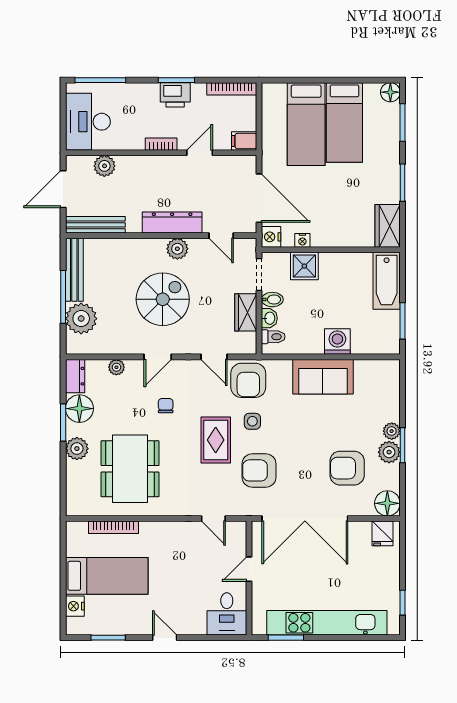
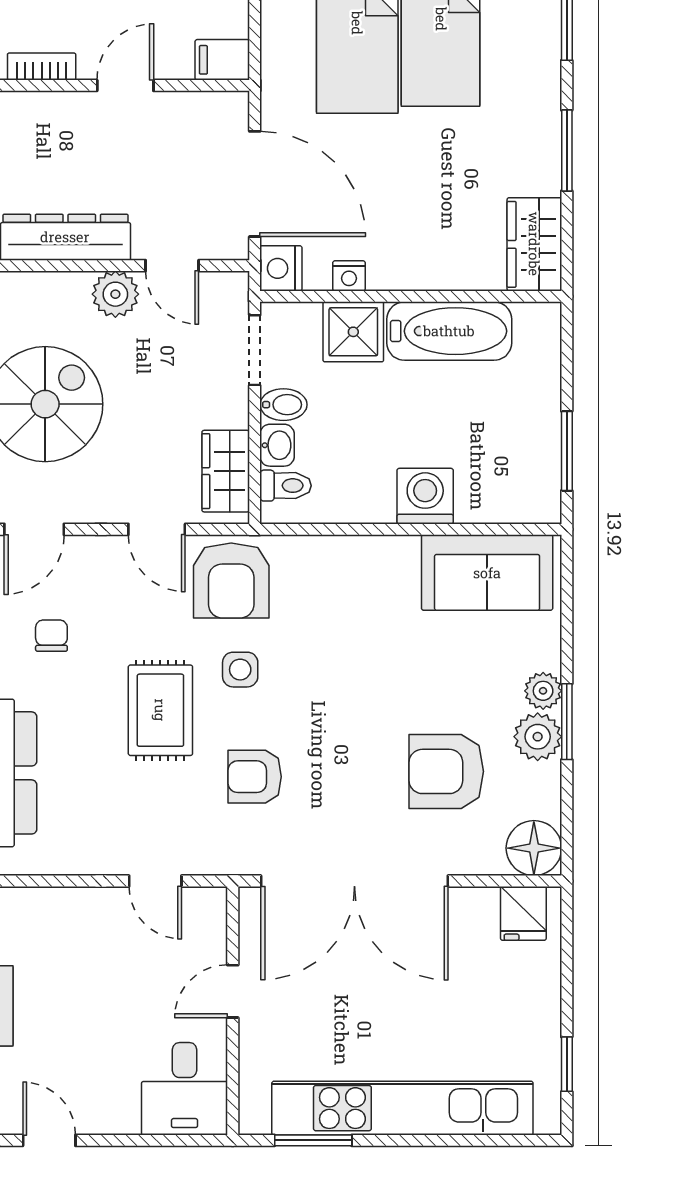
plant: (177, 249) -> (115, 294), moved
bathtub: (387, 281) -> (449, 331), moved, turned -90
wardrobe: (246, 312) -> (226, 471), moved
sofa: (323, 377) -> (487, 573), moved
armchair: (259, 470) -> (255, 777), width x0.72, depth x0.72

